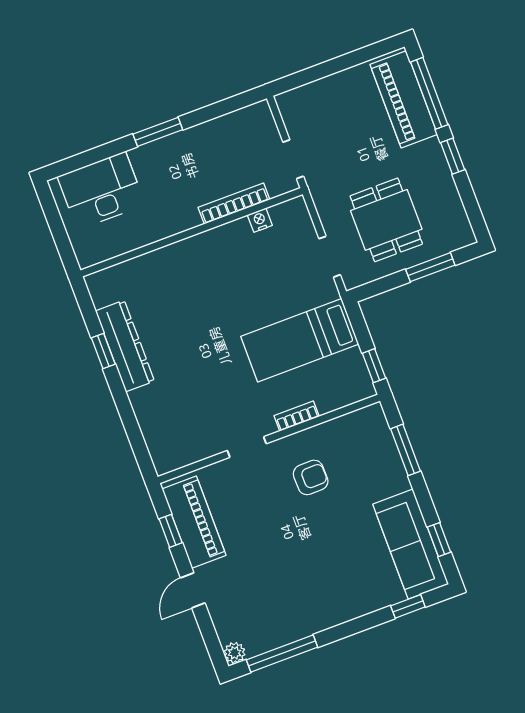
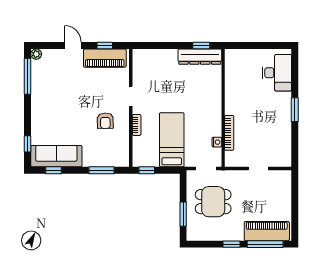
bookcase: (234, 203) -> (229, 133), moved
nightstand: (260, 220) -> (217, 142), moved
wall: (192, 232) -> (223, 108), moved

